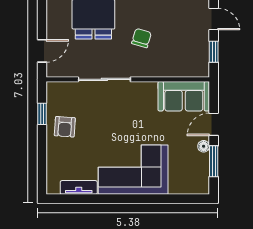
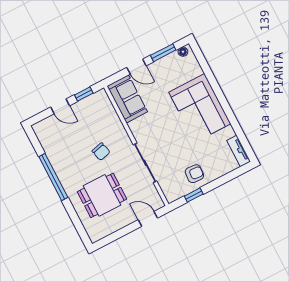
door: (214, 19) -> (60, 106), swing flipped
chair: (141, 38) -> (101, 152), turned -120
floor lamp: (204, 146) -> (183, 52), moved
tv unit: (79, 187) -> (239, 151), moved

